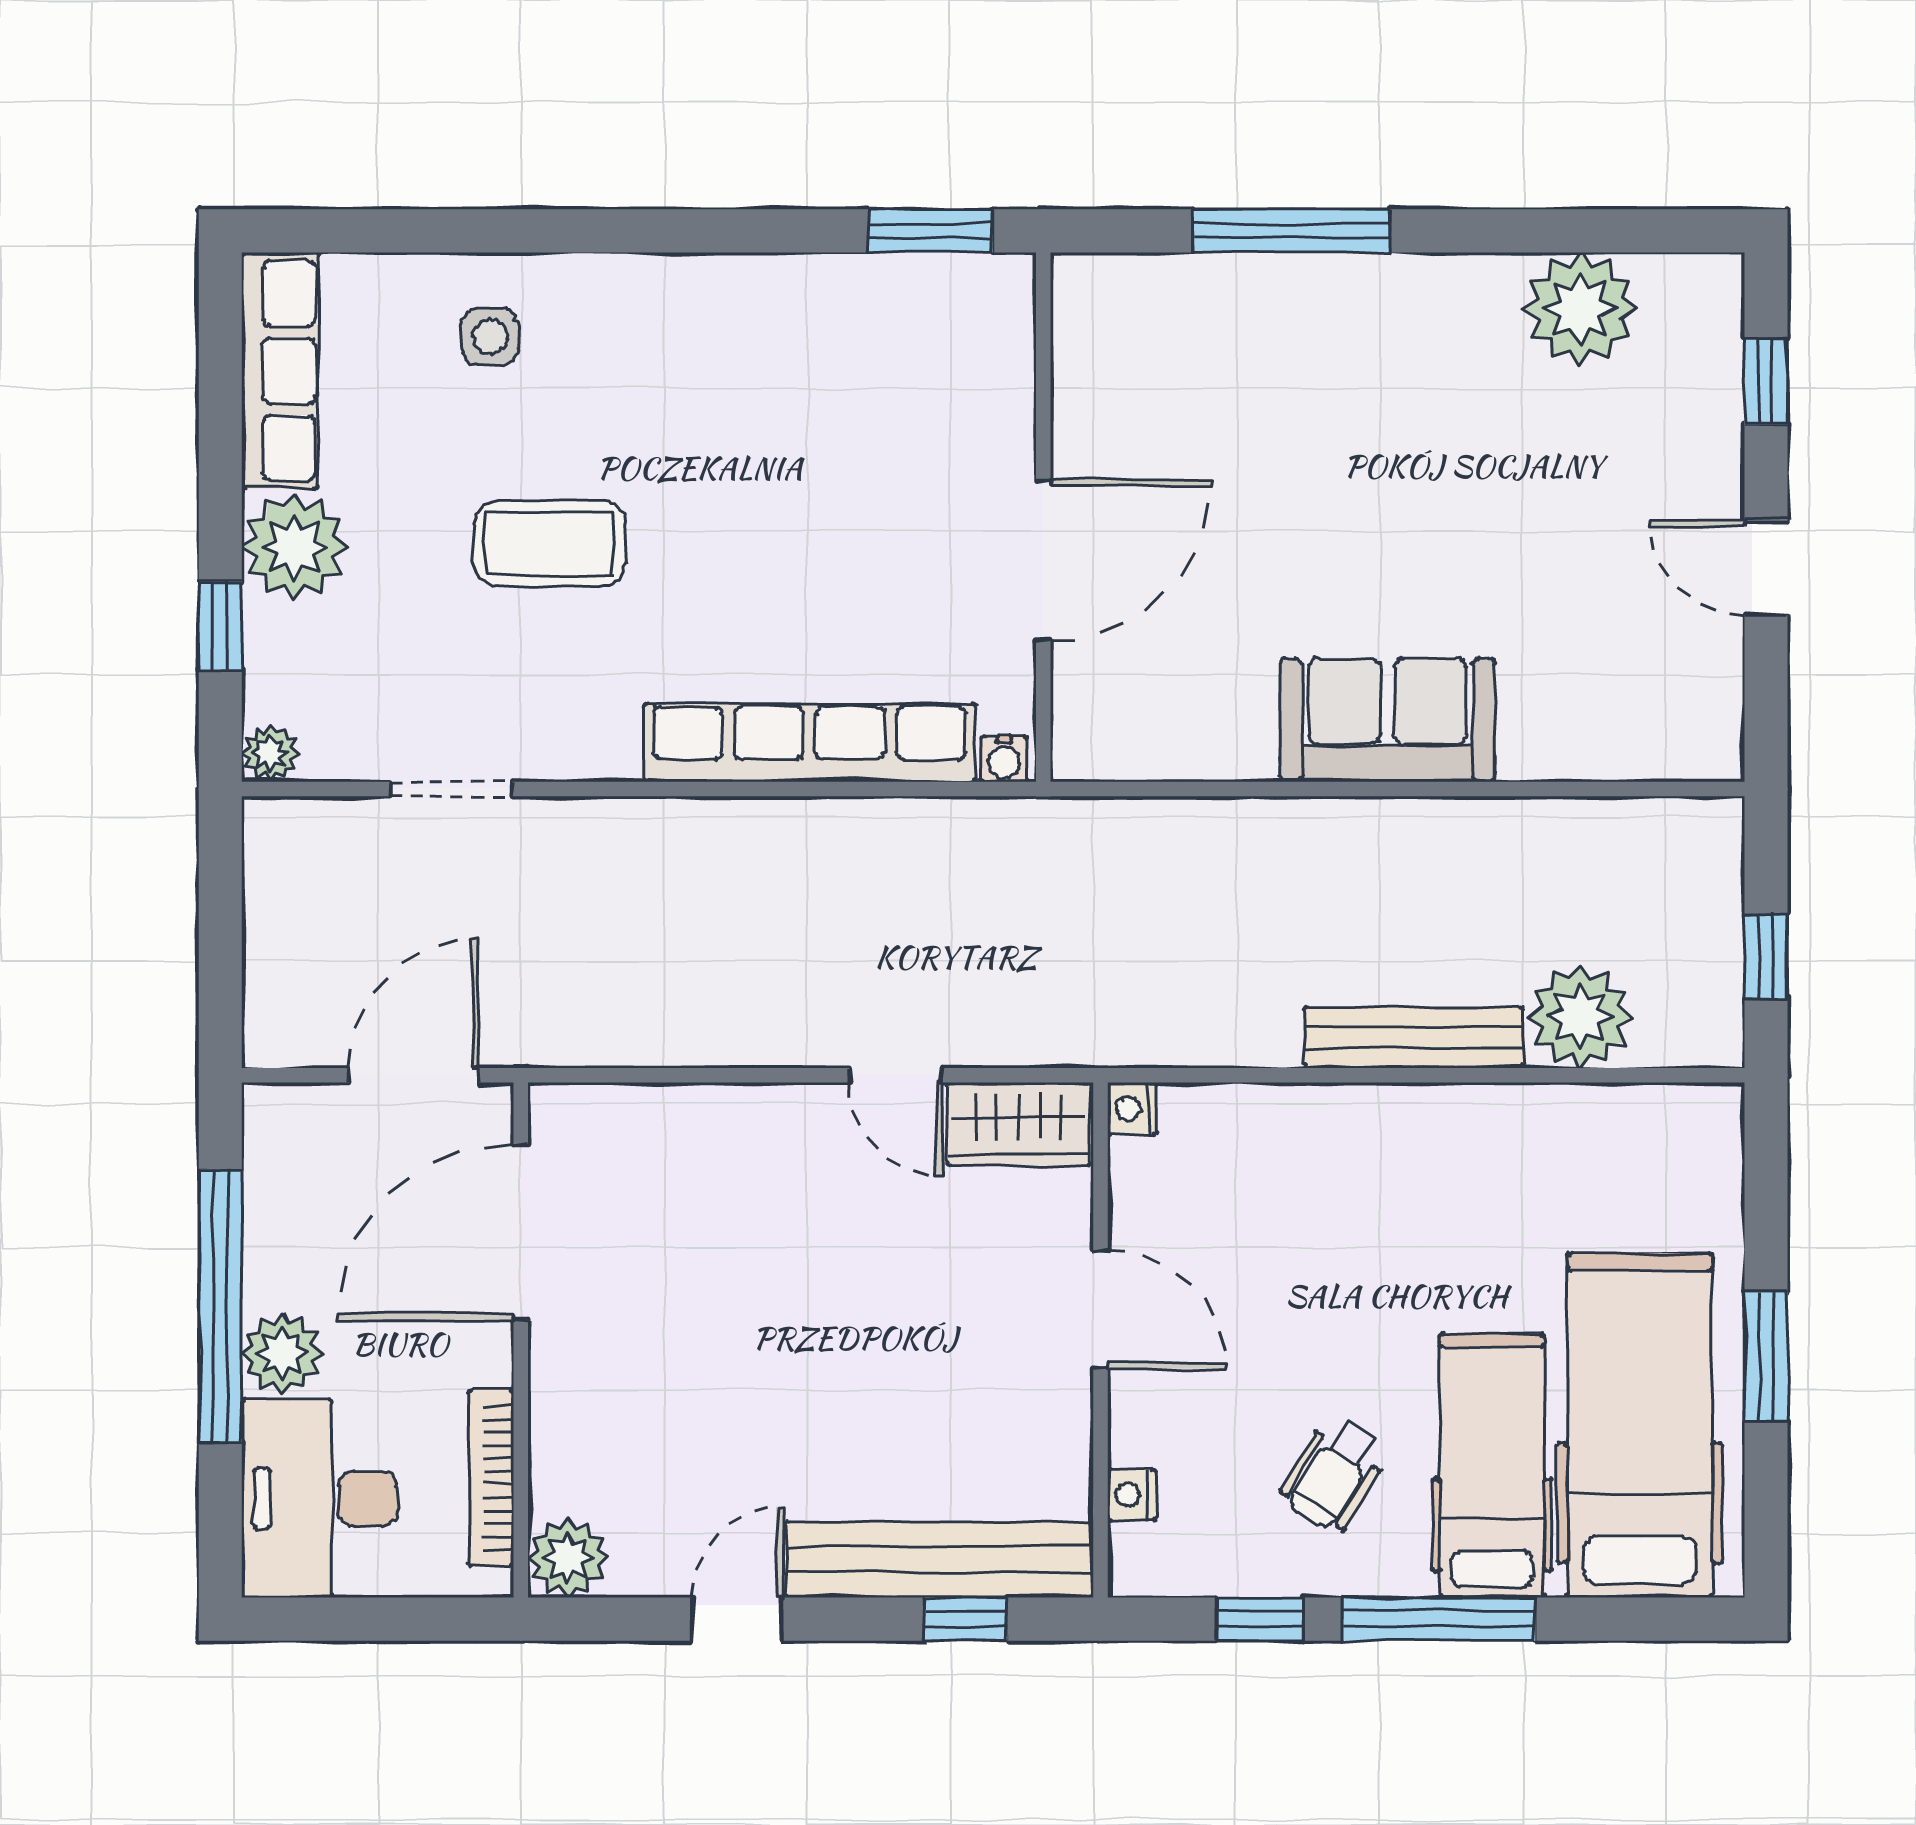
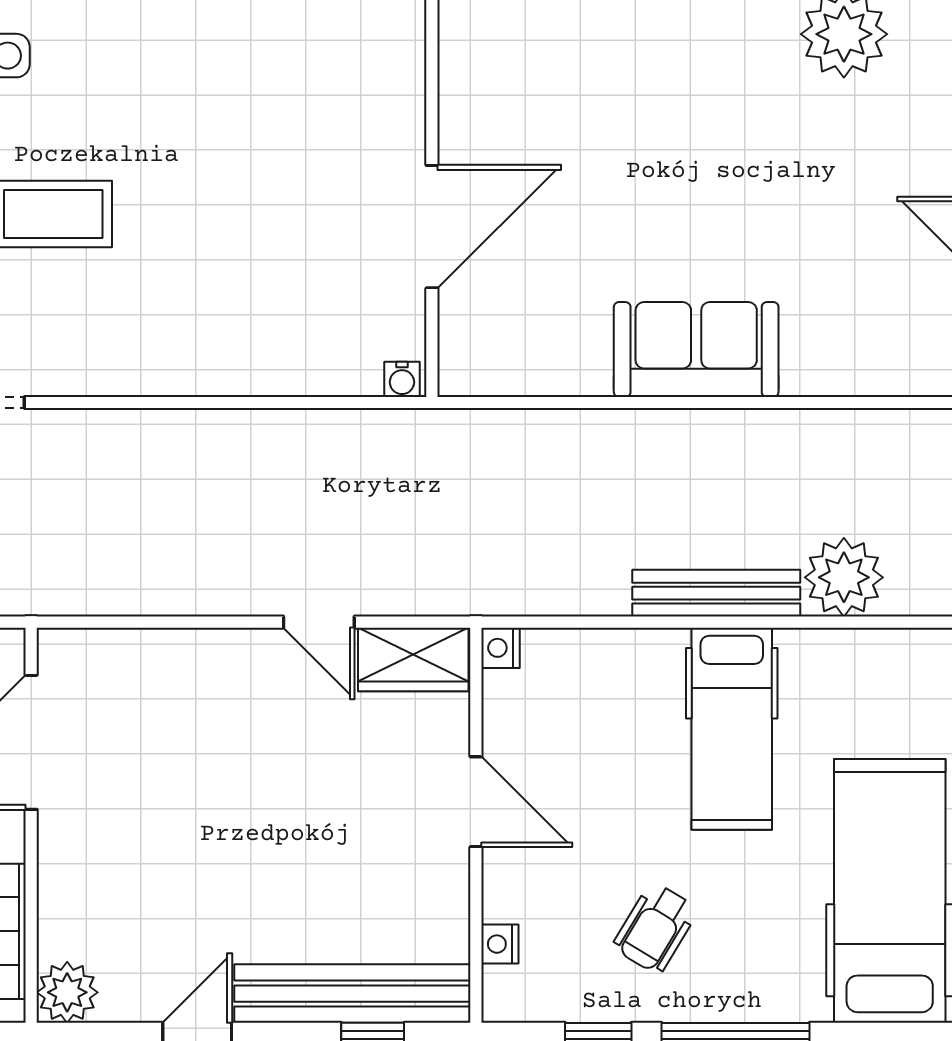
row of seats: (810, 743) -> (253, 367), removed
hospital bed: (1492, 1466) -> (732, 729), moved, turned 180

